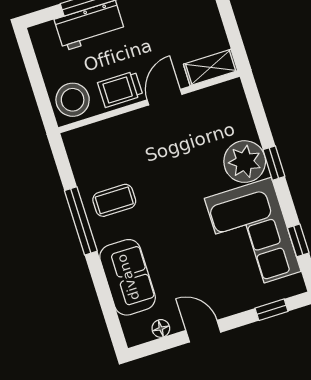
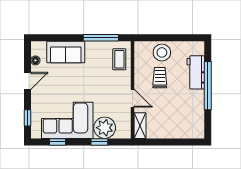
shelving: (211, 67) -> (140, 126), moved
door: (164, 97) -> (133, 98), moved
wall: (149, 102) -> (133, 90), moved
coffee table: (114, 200) -> (119, 59), moved

